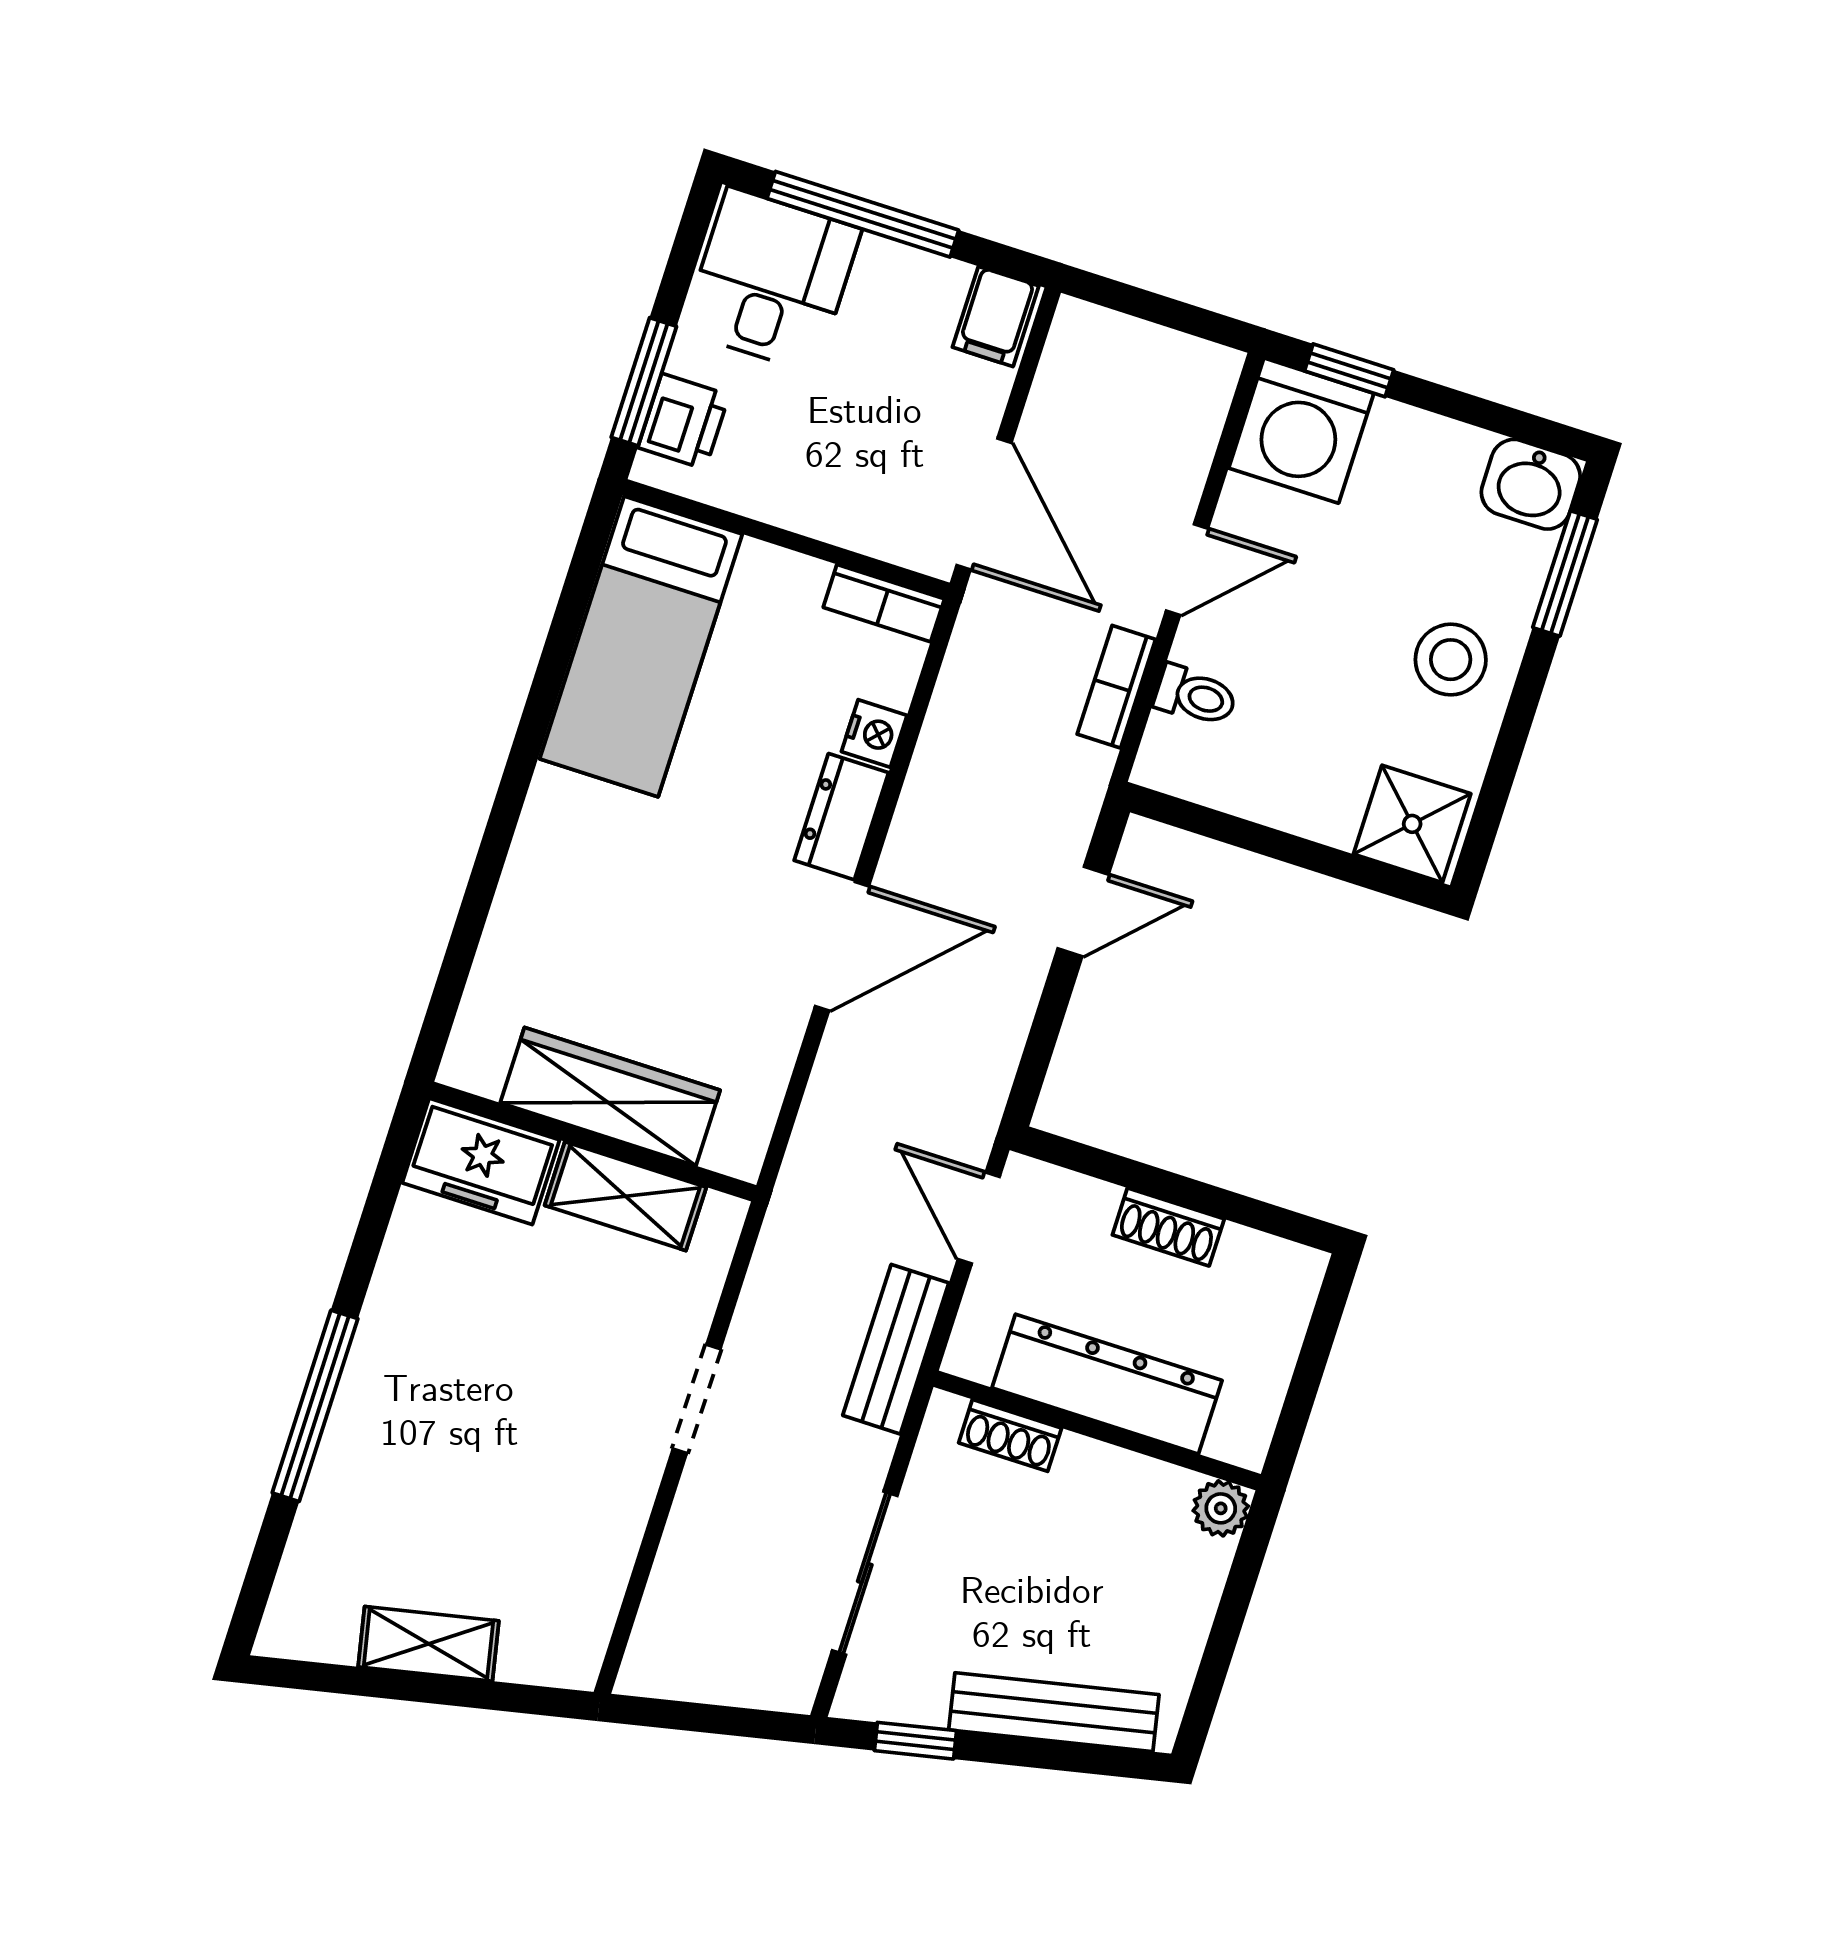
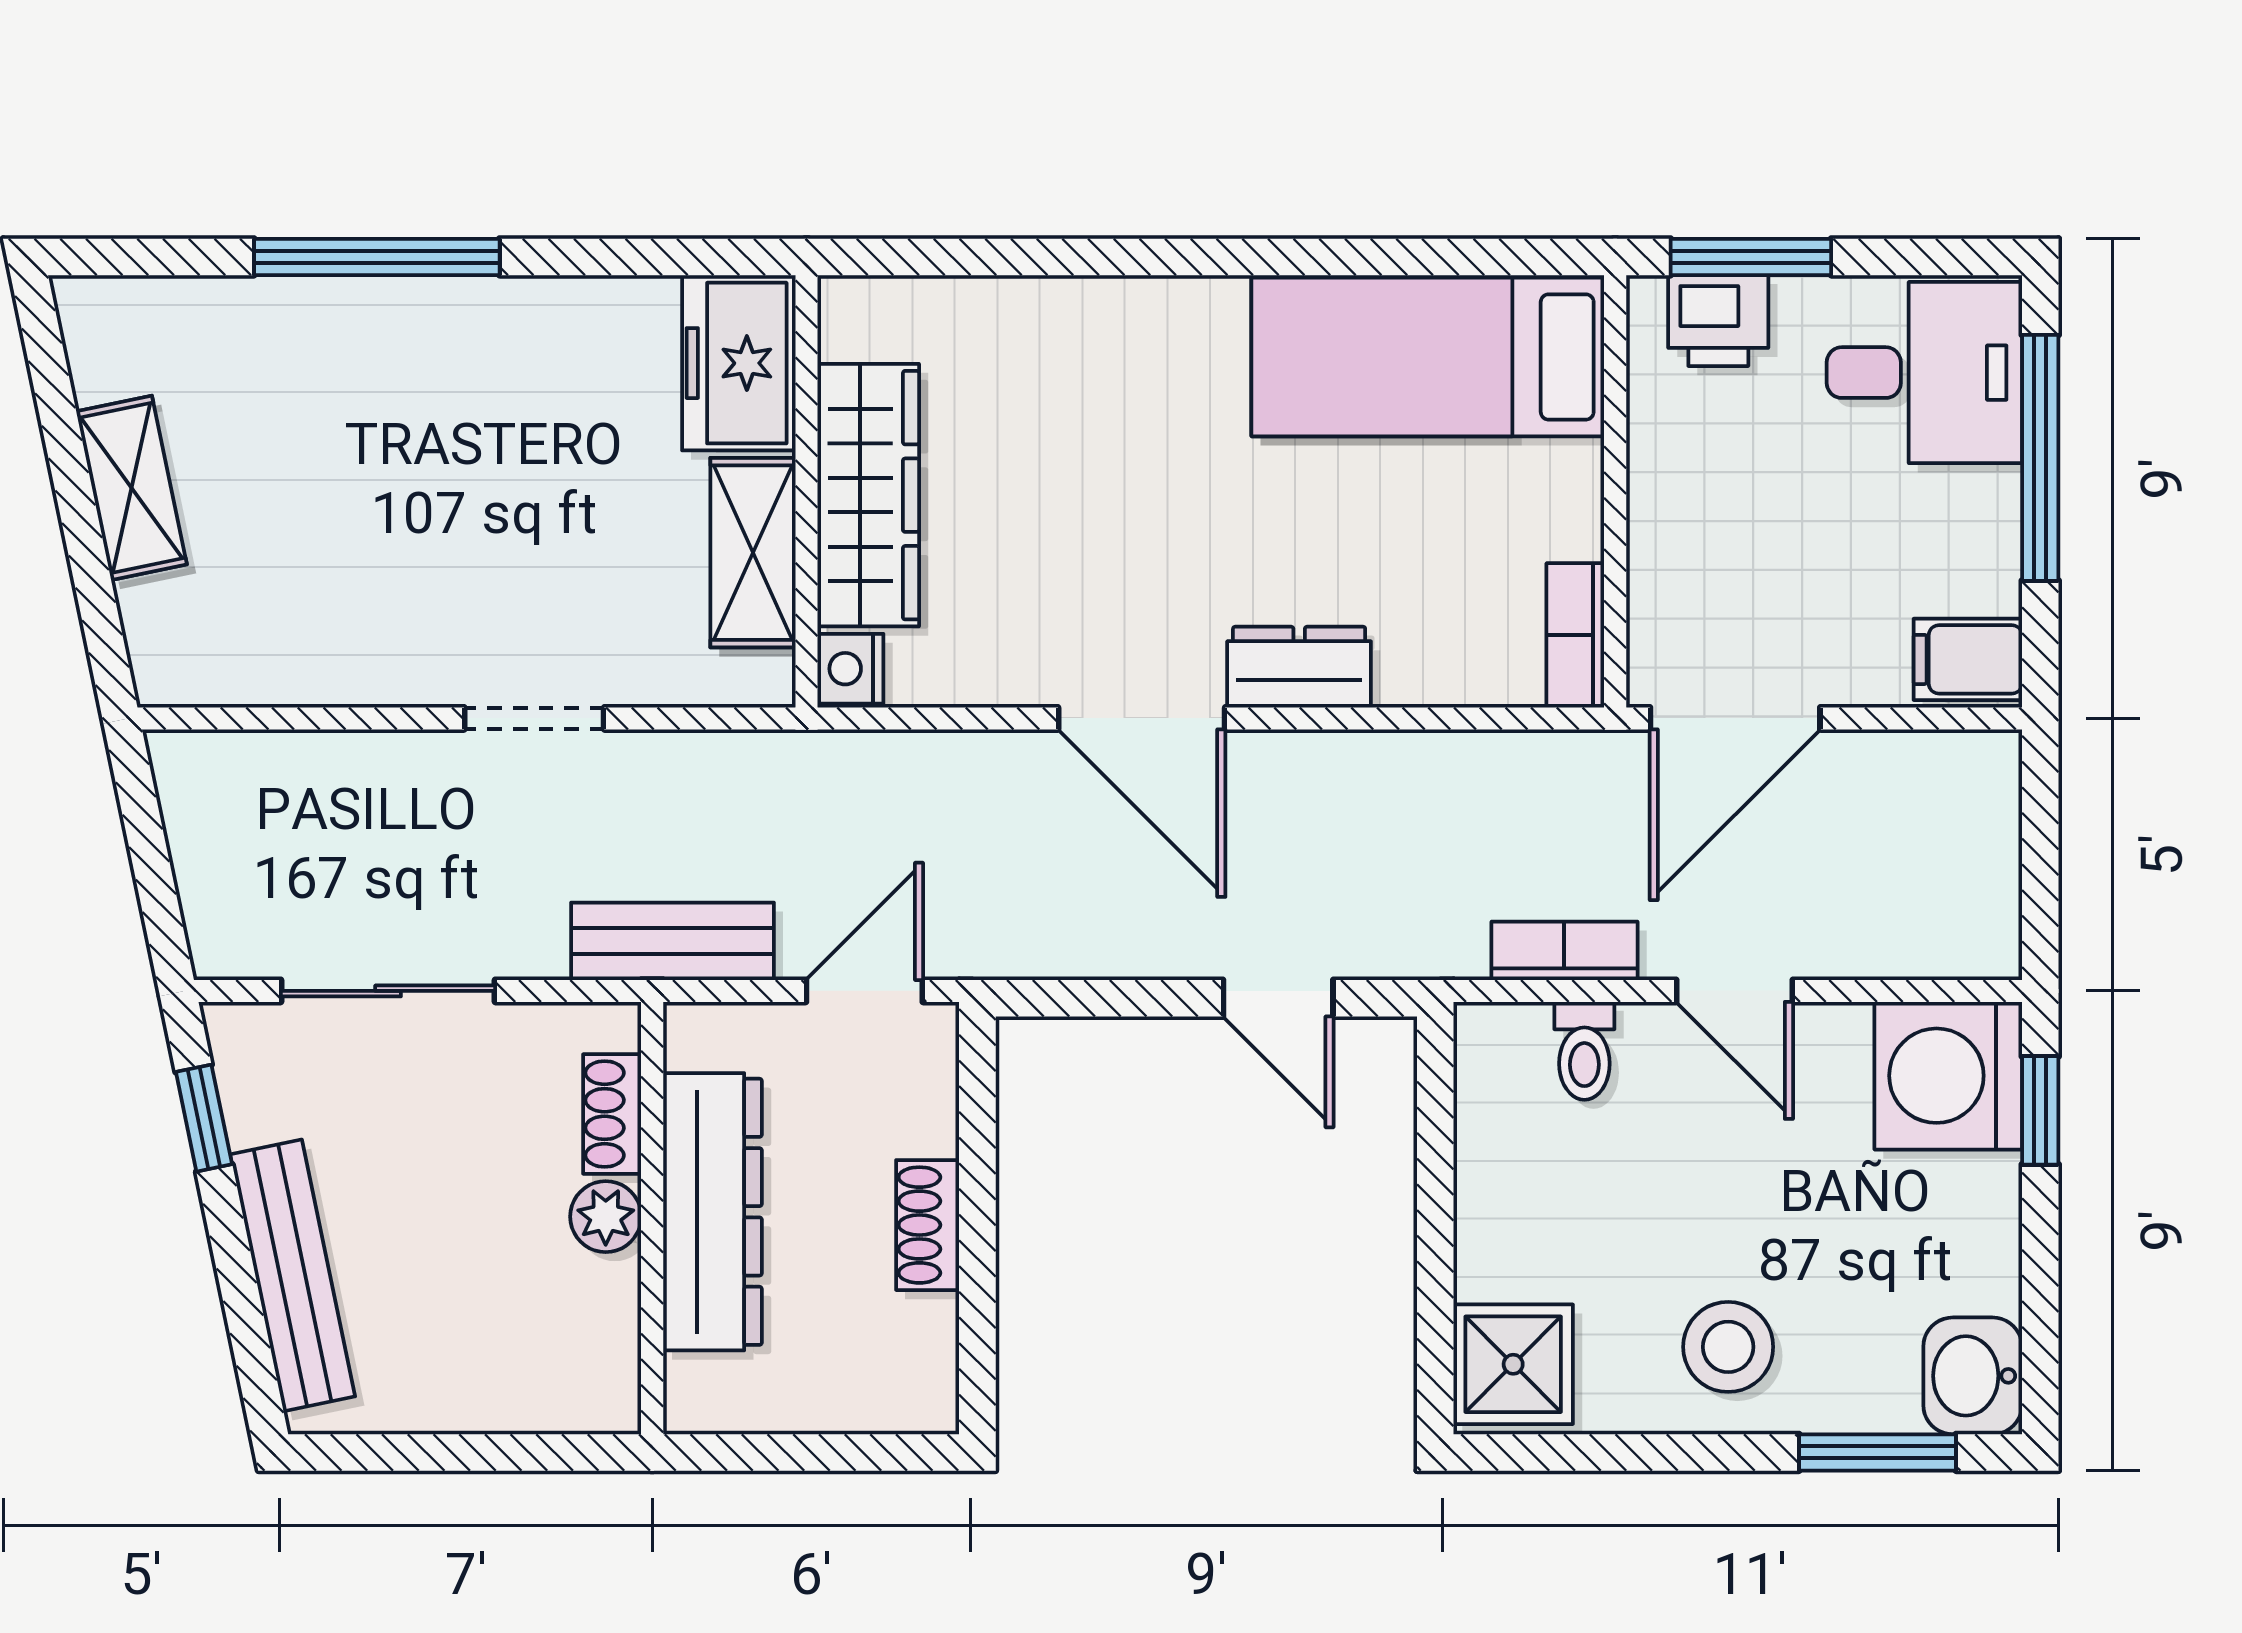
nightstand: (874, 733) -> (850, 669), moved, turned 90
plant: (1221, 1508) -> (606, 1217), moved

